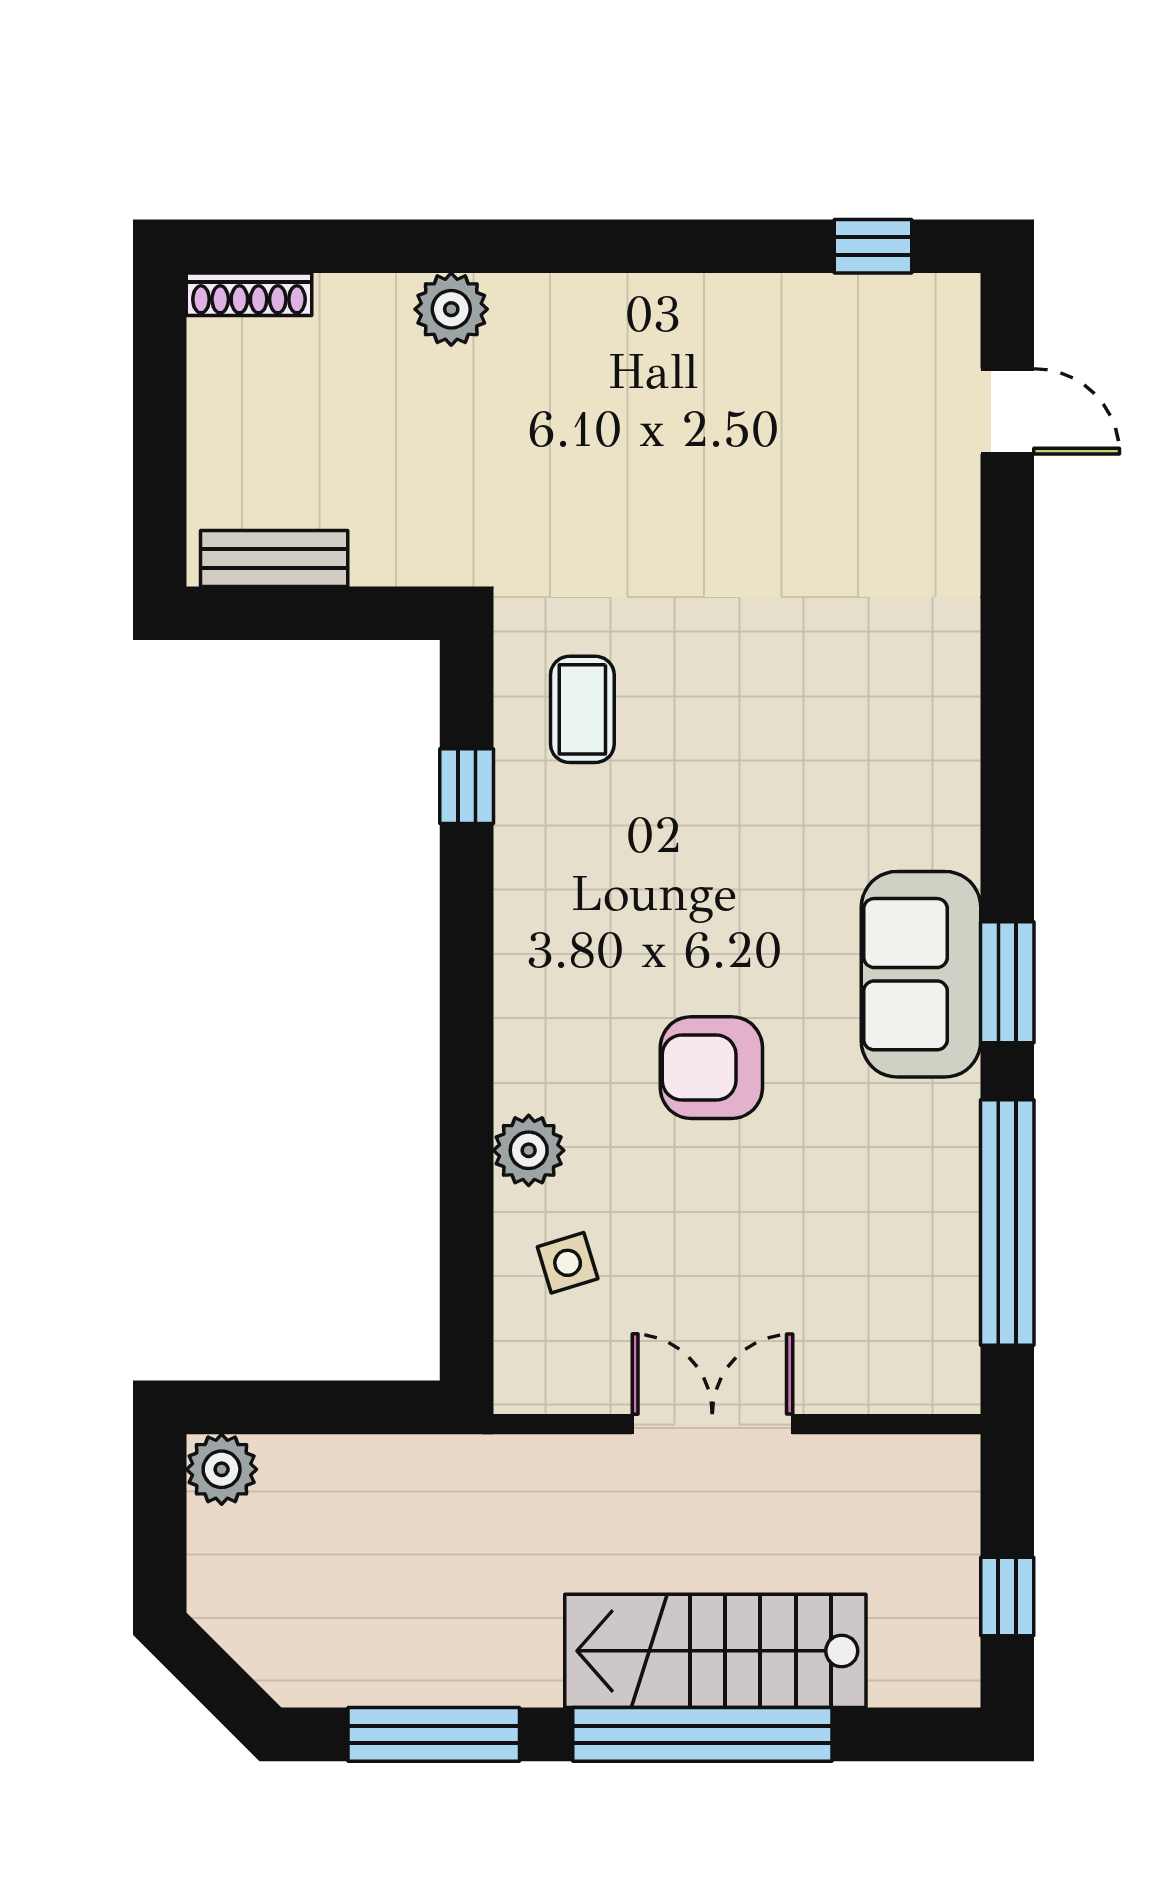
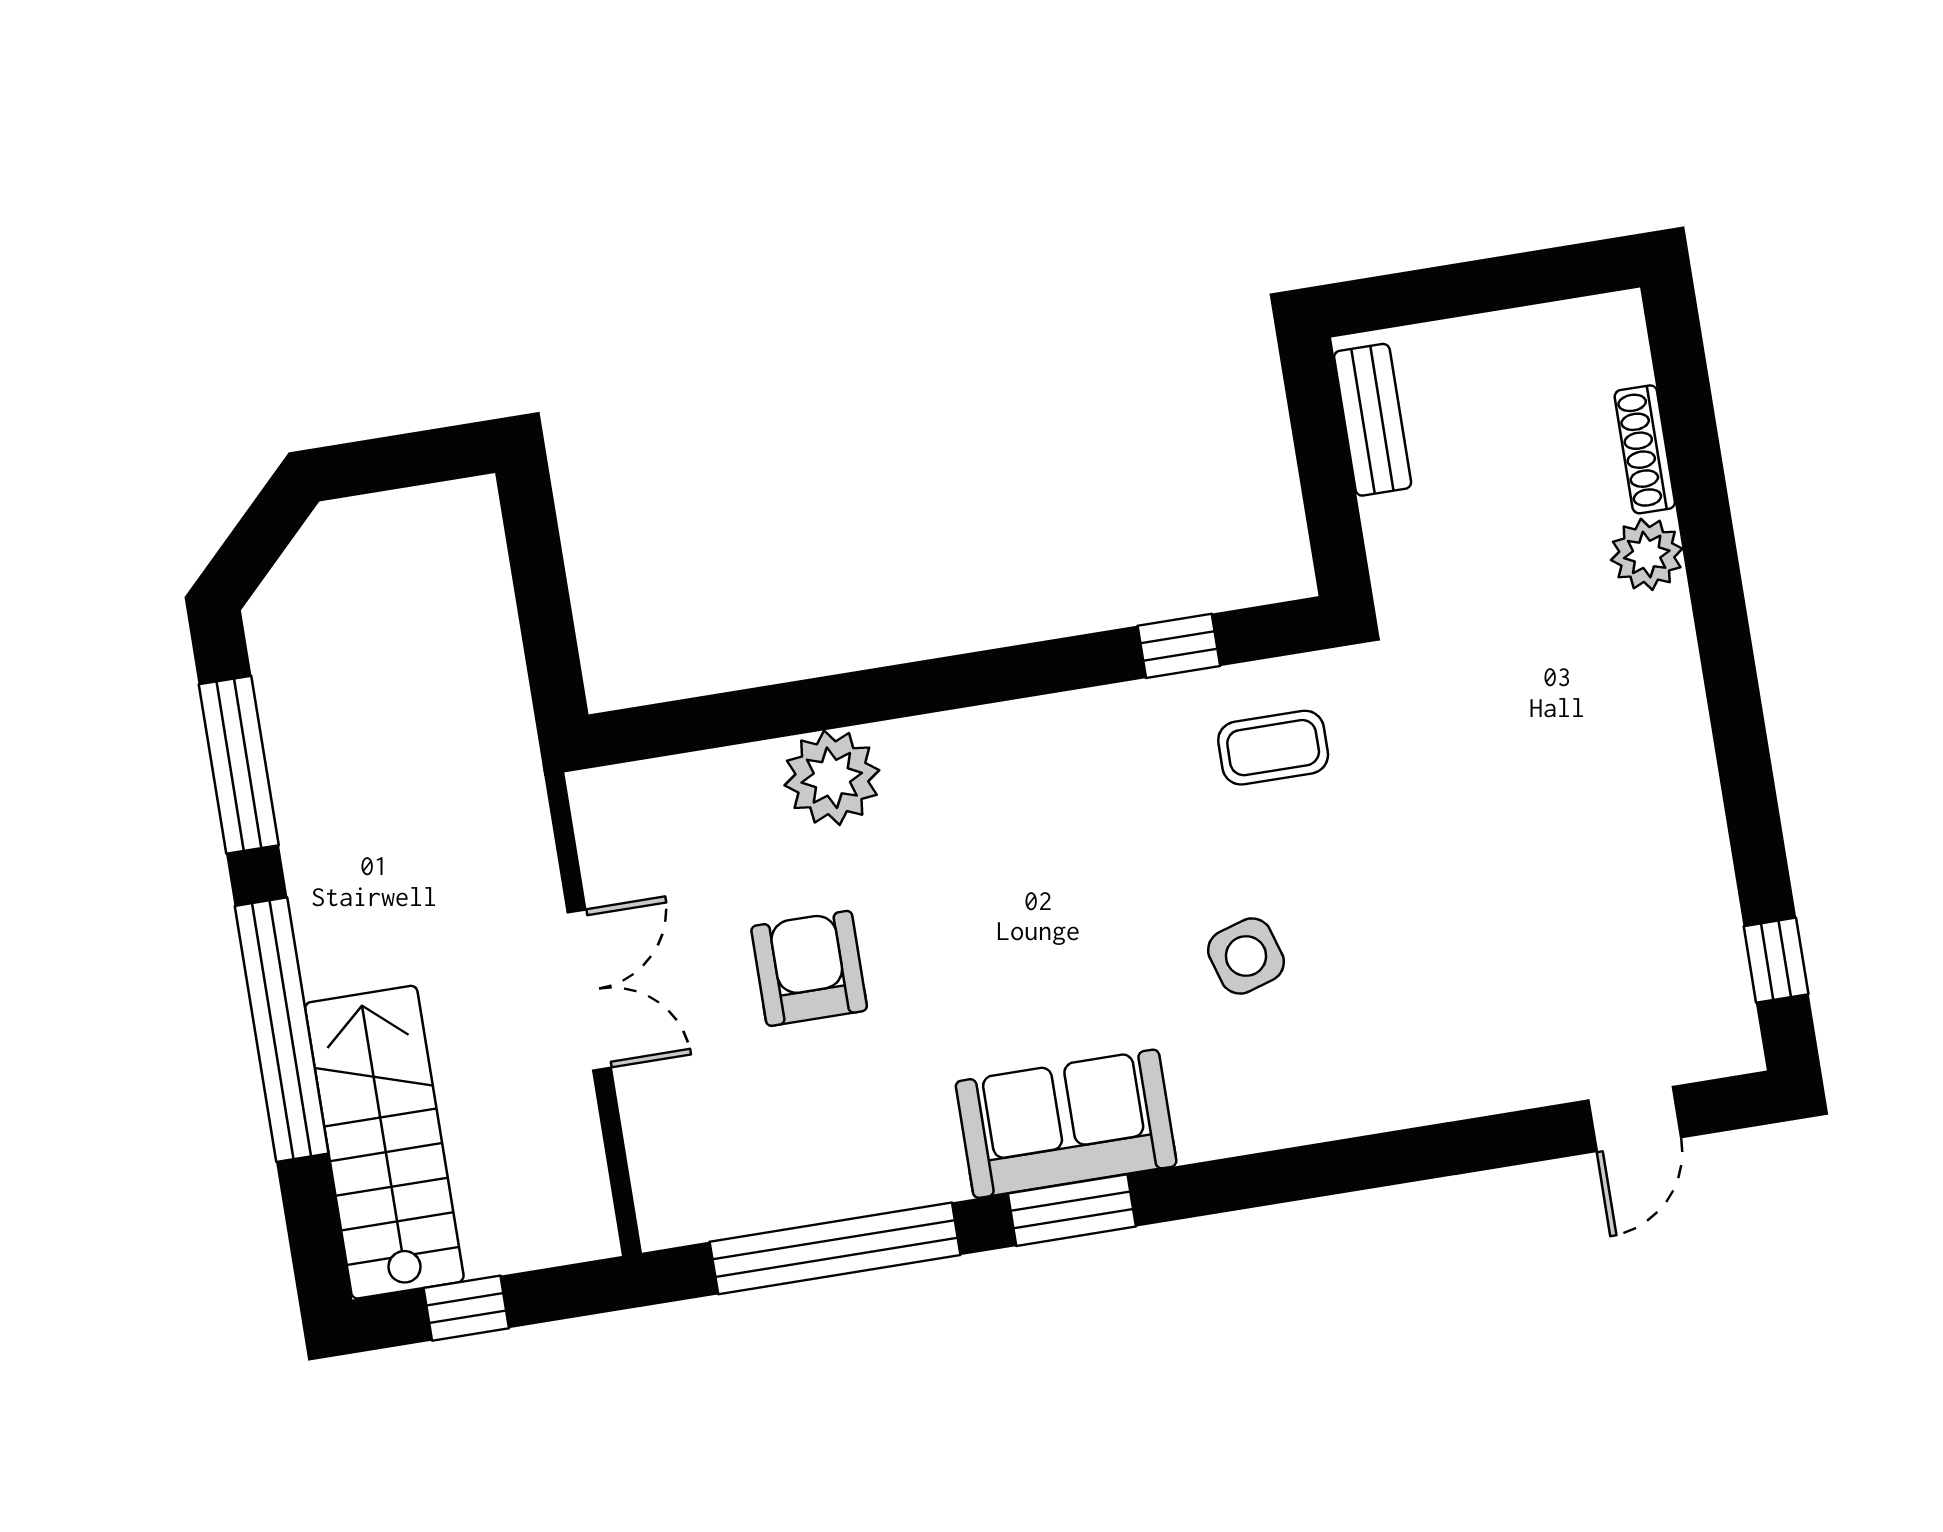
shoe rack: (249, 294) -> (1645, 449), moved
armchair: (711, 1068) -> (809, 968), moved
plant: (529, 1150) -> (832, 778), width x1.36, depth x1.36
side table: (568, 1263) -> (1246, 956), moved, width x1.37, depth x1.37
plant: (222, 1469) -> (466, 513), removed
stairs: (715, 1651) -> (384, 1142), moved

